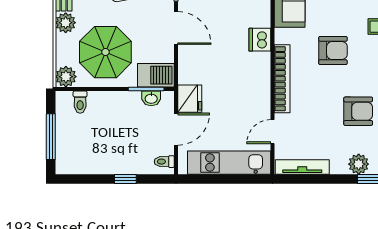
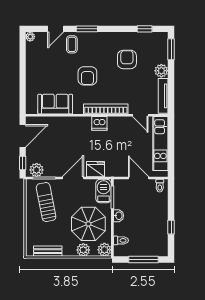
plant: (66, 23) -> (83, 250), moved
dishwasher: (260, 40) -> (99, 123), moved
armchair: (333, 50) -> (87, 76), turned 180
washbasin: (151, 98) -> (119, 216), moved
fridge: (190, 99) -> (95, 169), moved
plant: (359, 164) -> (161, 71), moved
window: (125, 179) -> (171, 227), moved

